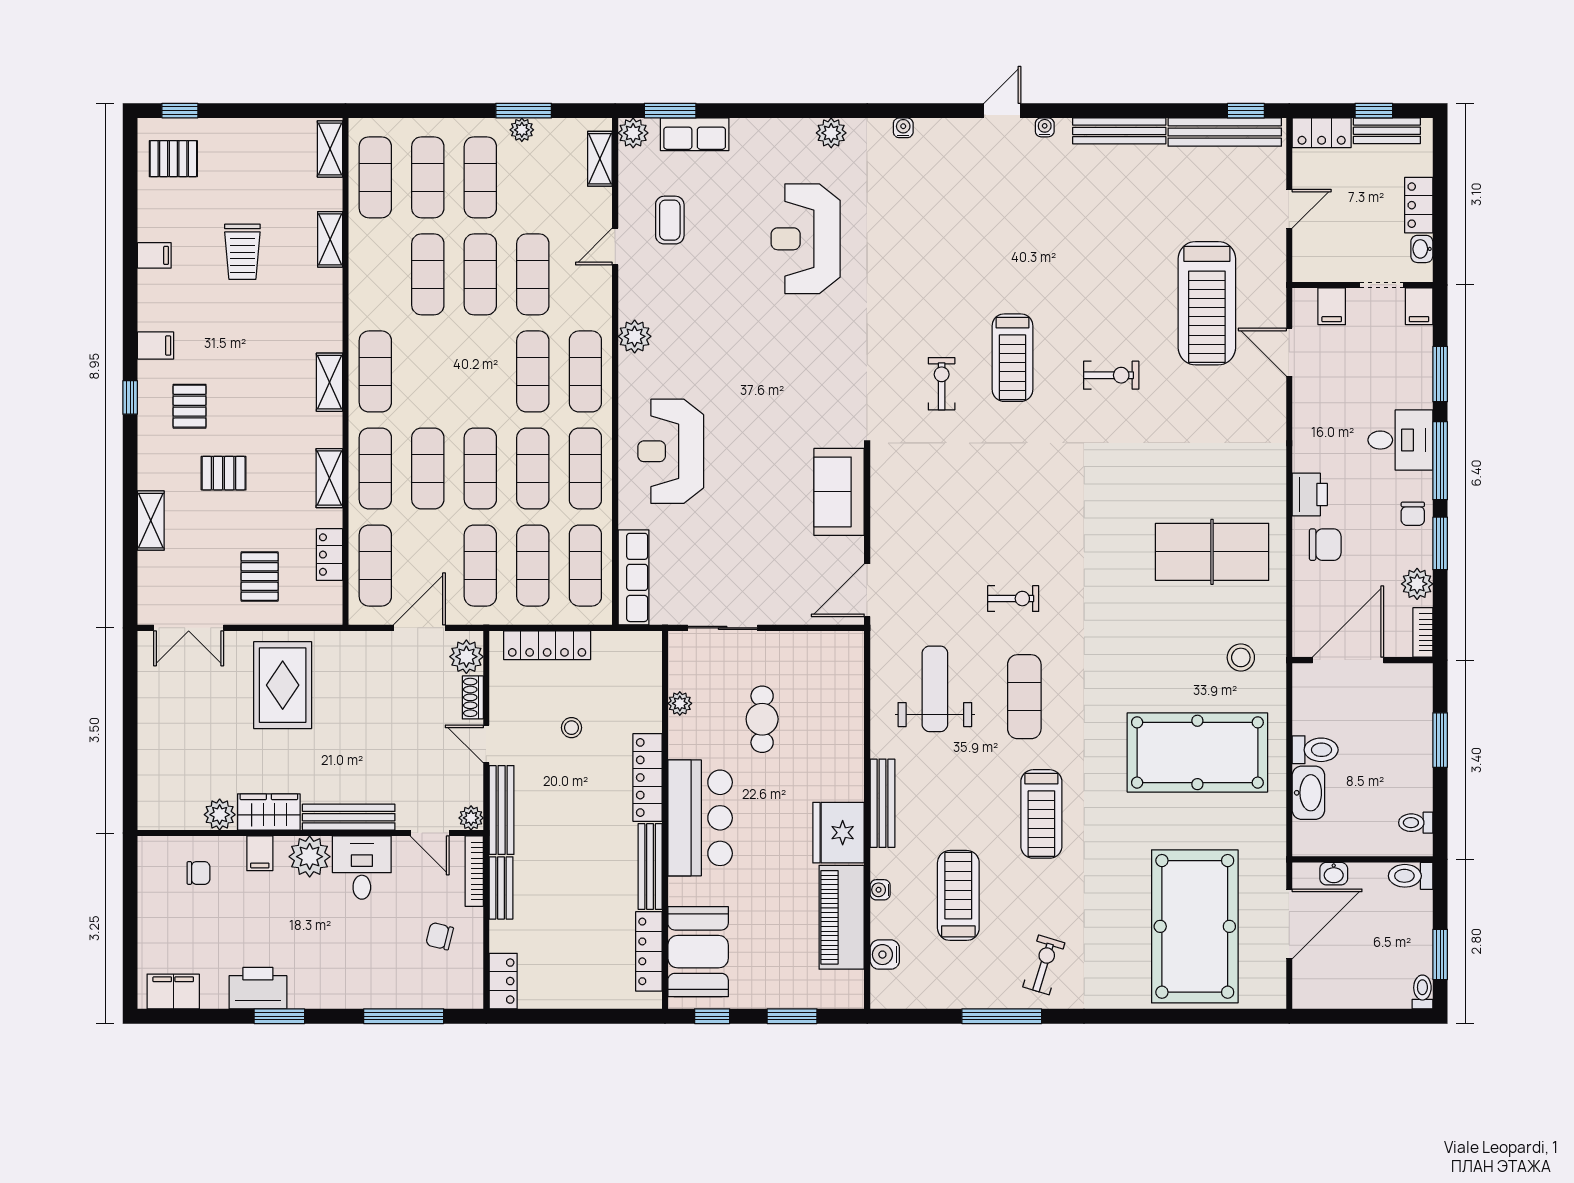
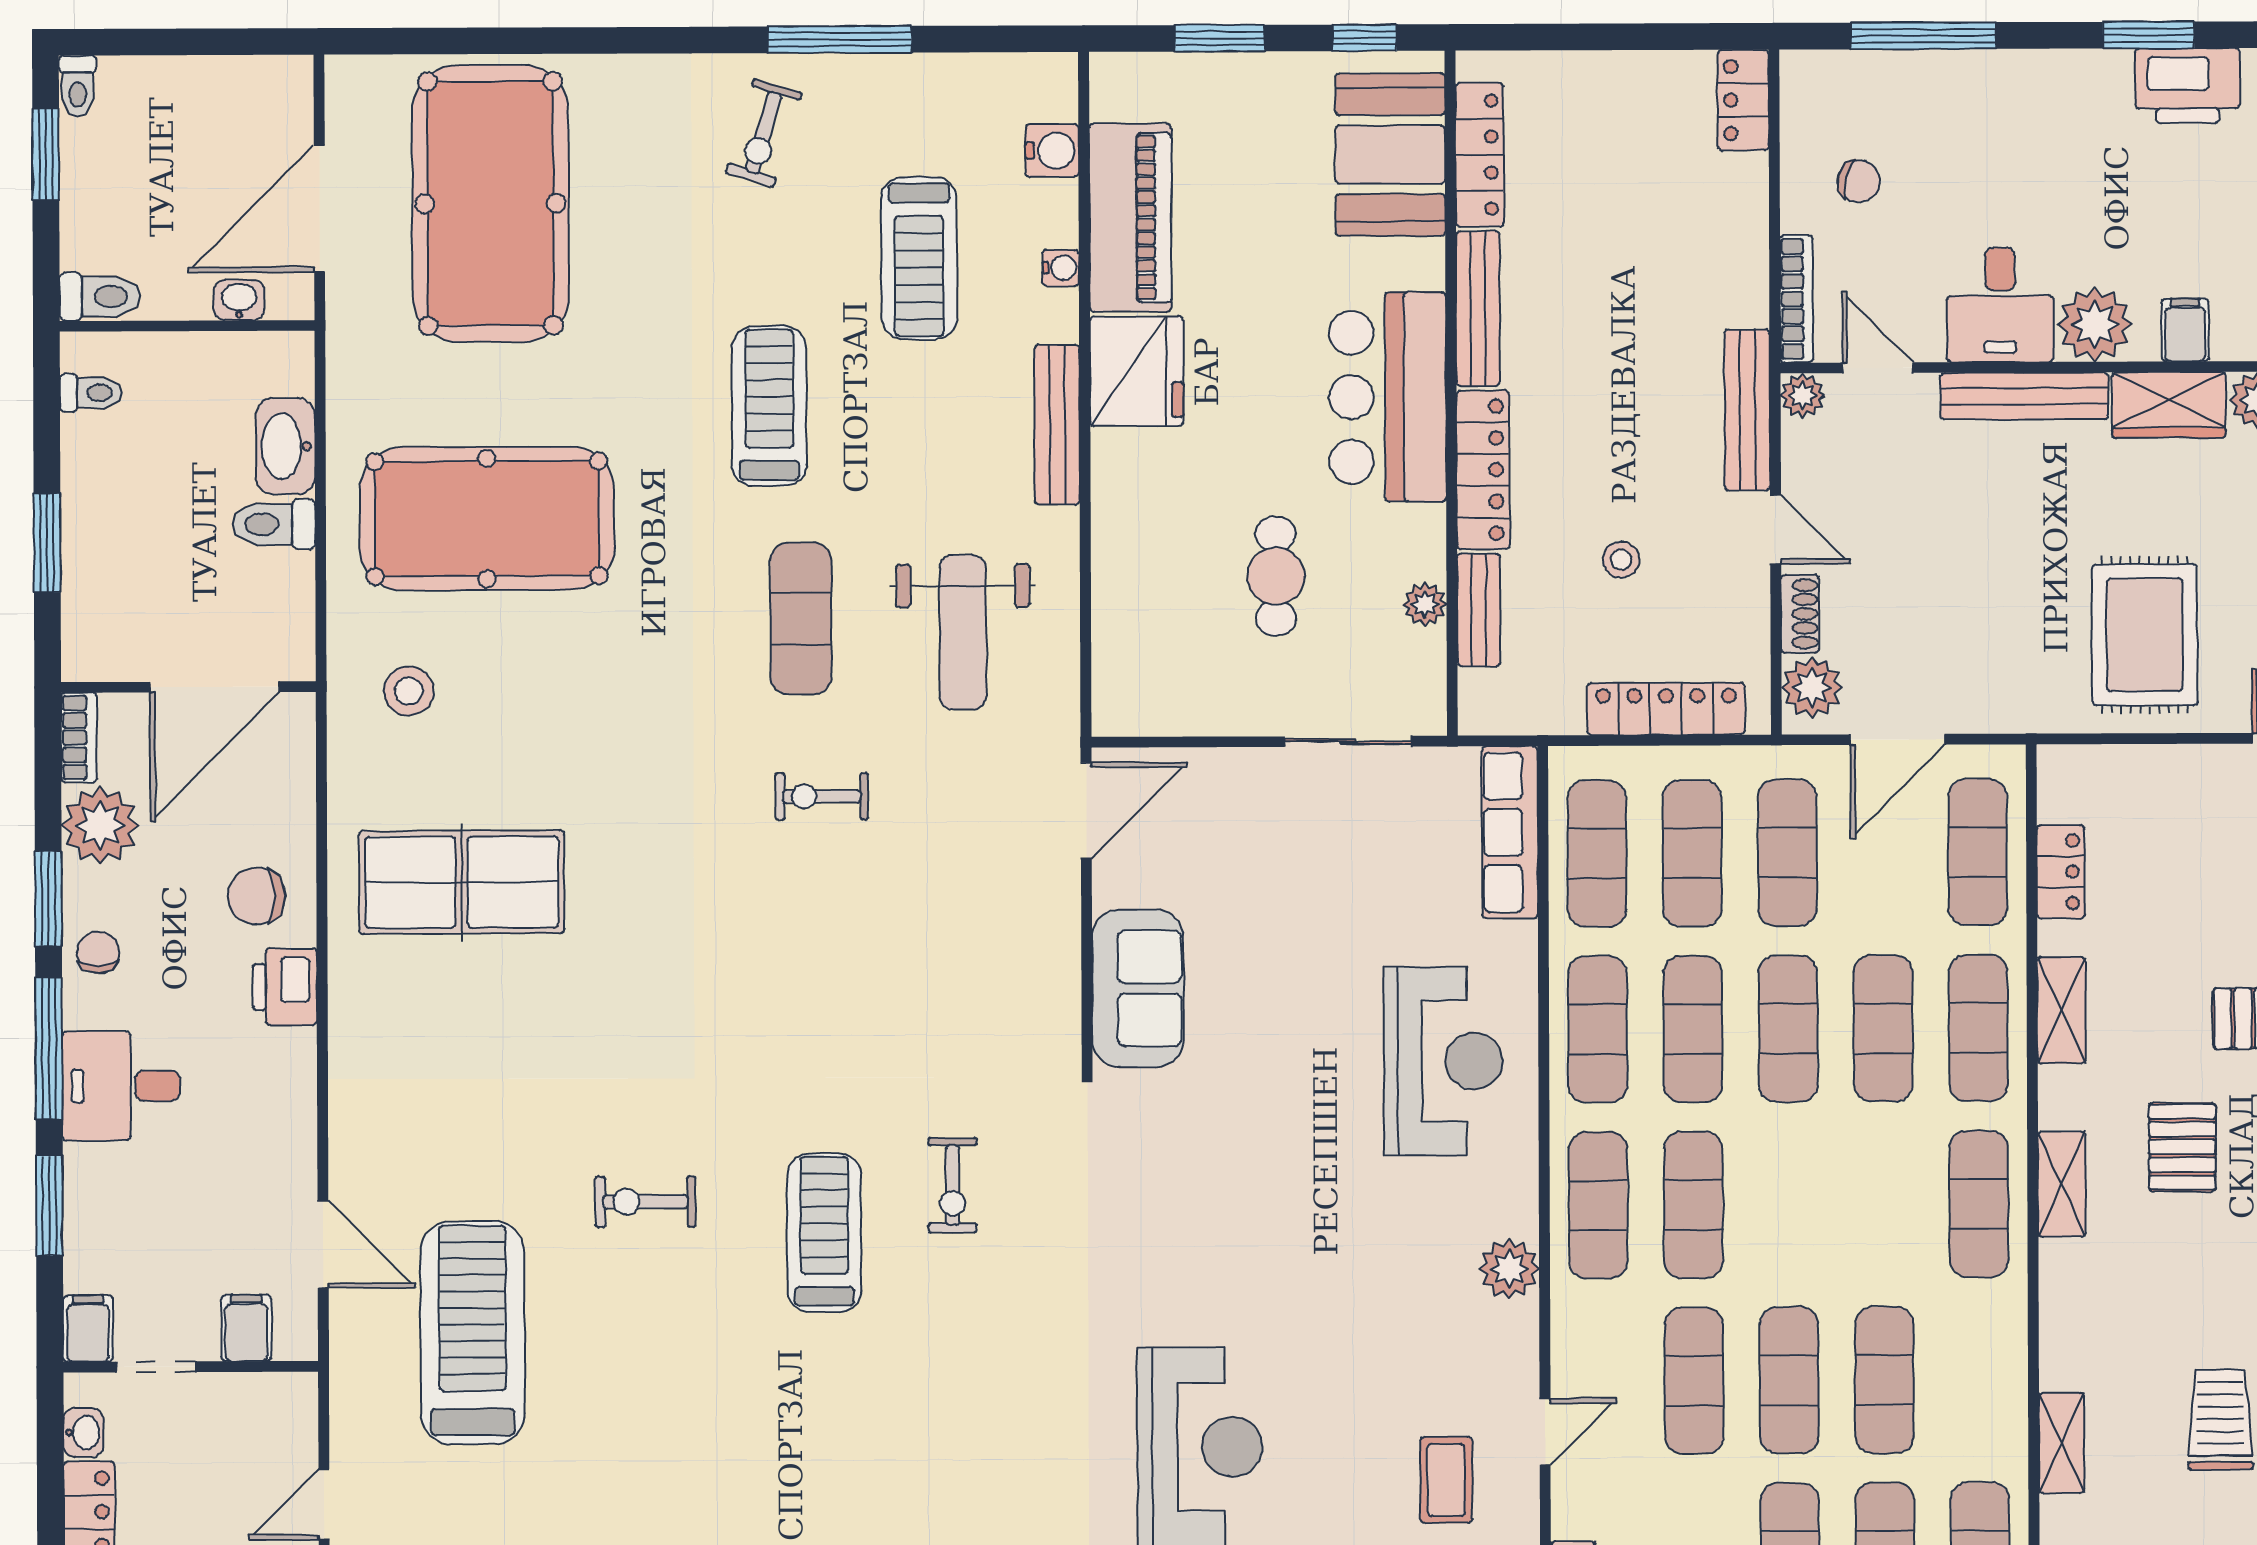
pallet: (260, 577) -> (2182, 1147), moved
plant: (1417, 584) -> (100, 825), width x1.36, depth x1.36
bench: (501, 888) -> (1479, 610), moved

